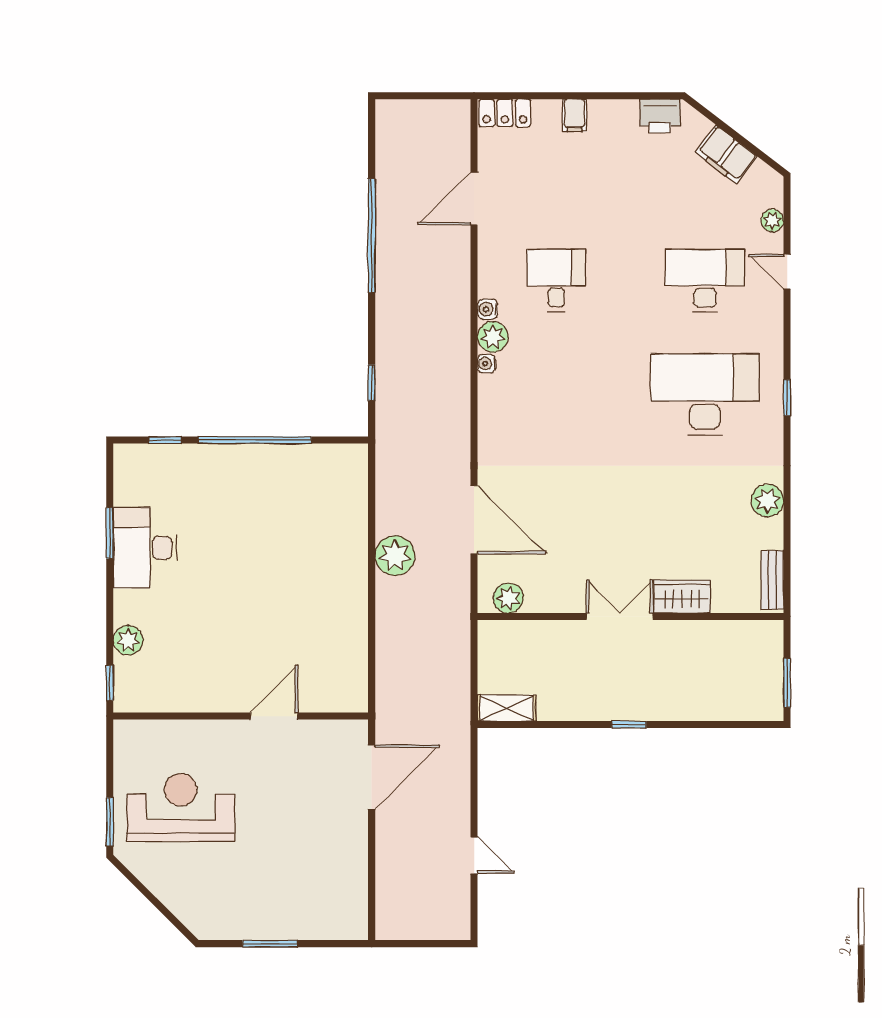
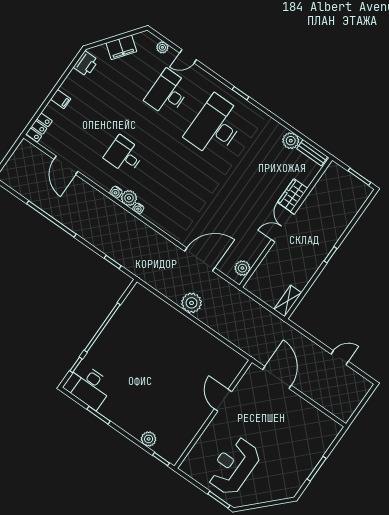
plant: (767, 501) -> (291, 141), moved
desk: (145, 548) -> (88, 386), moved

